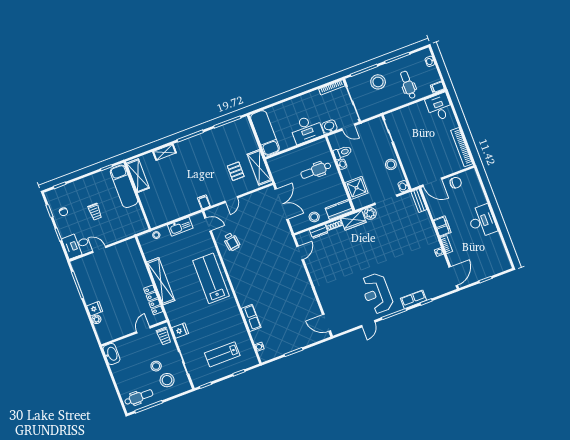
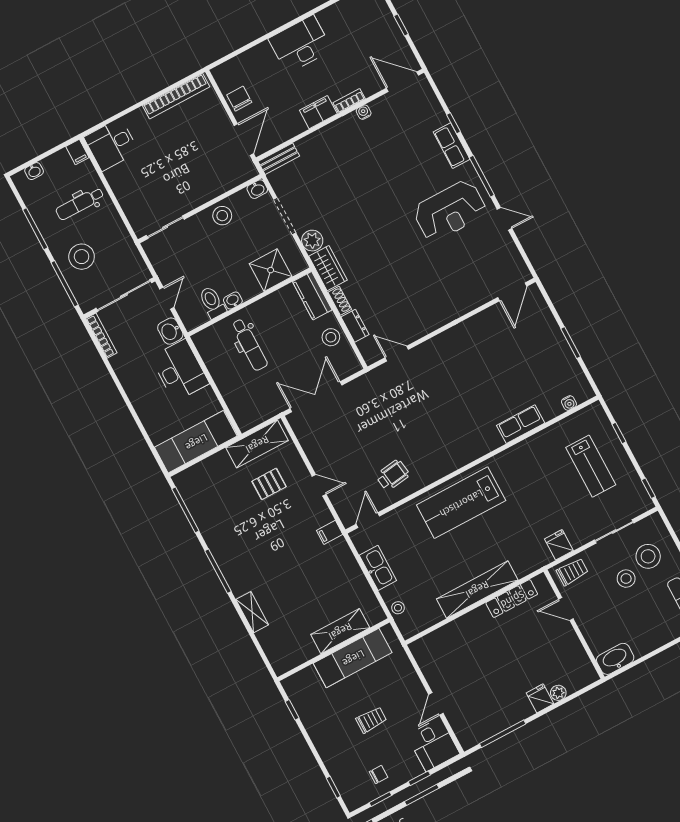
shelving: (138, 176) -> (340, 631), moved
exam couch: (124, 186) -> (353, 658), moved

